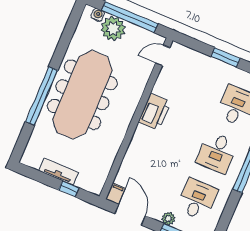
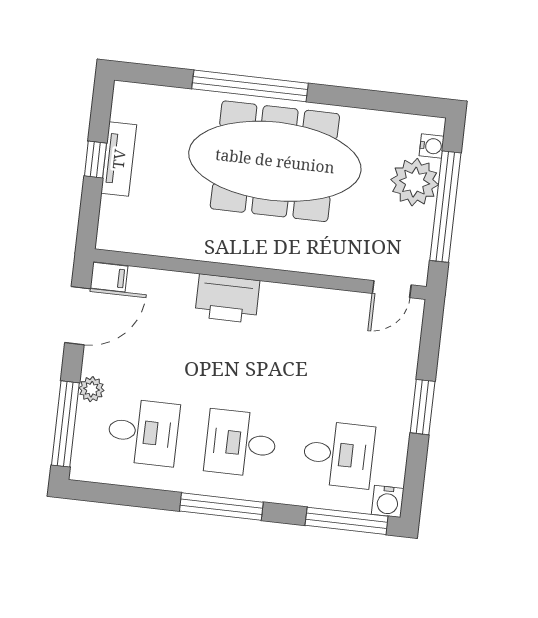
door: (163, 55) -> (392, 289), swing flipped
printer: (155, 112) -> (227, 299), moved
window: (69, 189) -> (95, 160), moved

